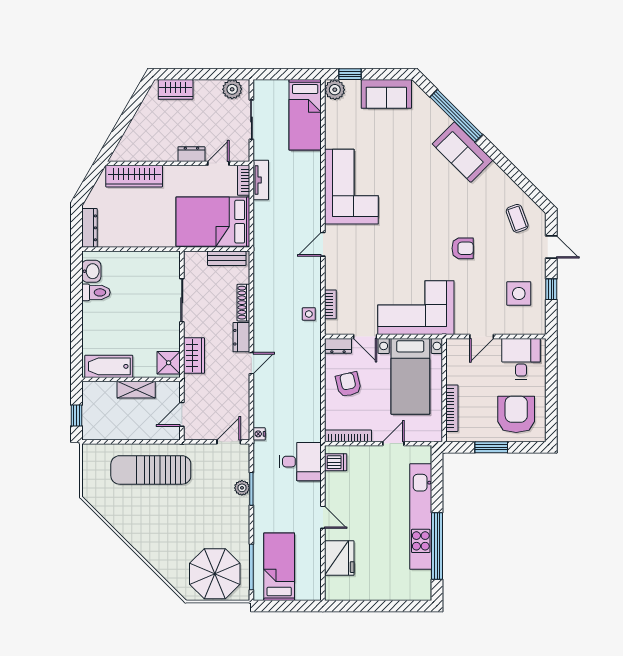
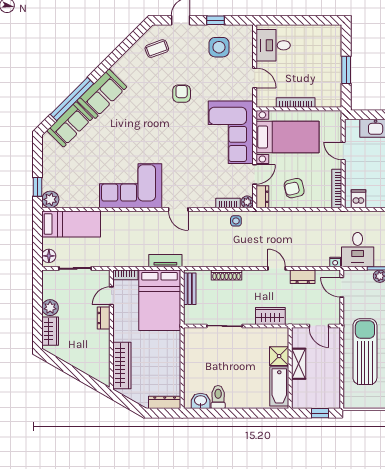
floor lamp: (266, 88) -> (49, 256), added
plant: (232, 89) -> (50, 308), moved
sofa: (386, 94) -> (70, 124), moved, turned 45
door: (218, 163) -> (111, 296), hinge flipped
tv unit: (261, 180) -> (165, 261), moved
plant: (332, 328) -> (247, 202), added
dresser: (241, 337) -> (303, 277), moved
shower: (169, 363) -> (279, 356), moved
bookcase: (452, 408) -> (296, 102), moved
armchair: (516, 414) -> (319, 49), removed
desk: (300, 462) -> (358, 250), moved, turned 180
sun lounger: (151, 470) -> (365, 352), turned 180

